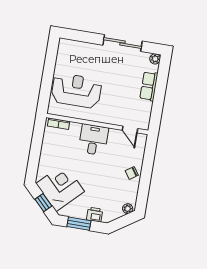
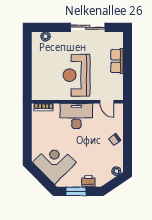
plant: (155, 59) -> (45, 36), moved
reception desk: (76, 91) -> (77, 75), moved, turned -90
desk: (93, 140) -> (76, 116), width x1.37
window: (43, 203) -> (42, 178), removed

